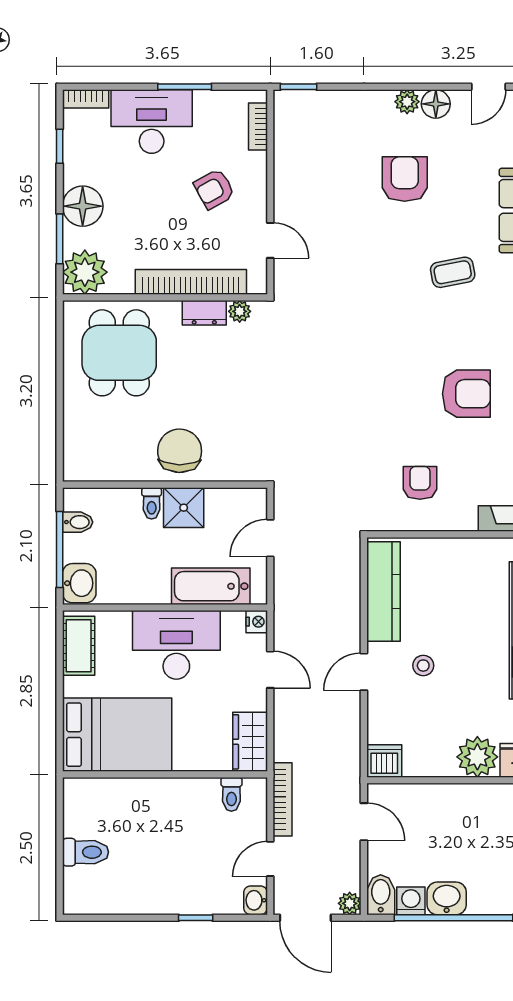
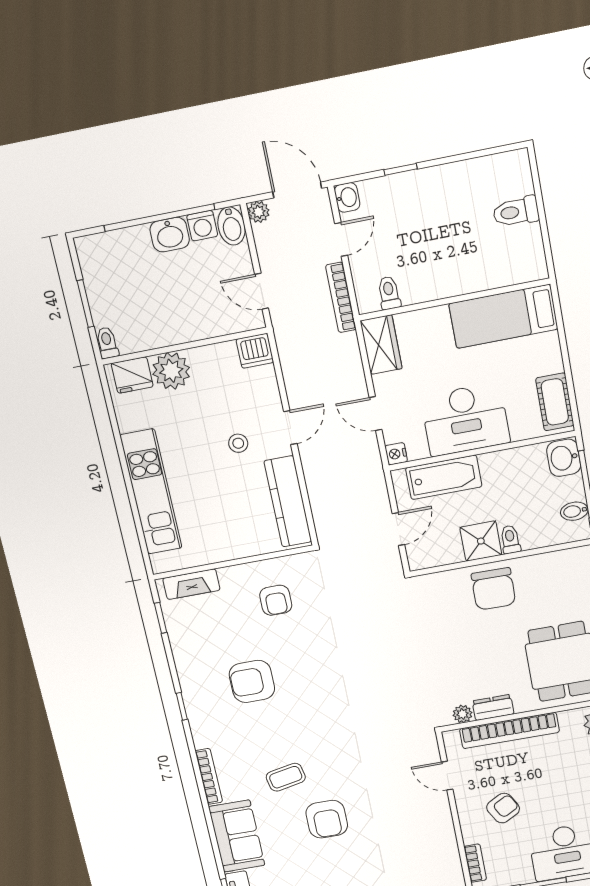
armchair: (405, 179) -> (327, 819), moved
bed: (117, 735) -> (503, 316), width x0.67

